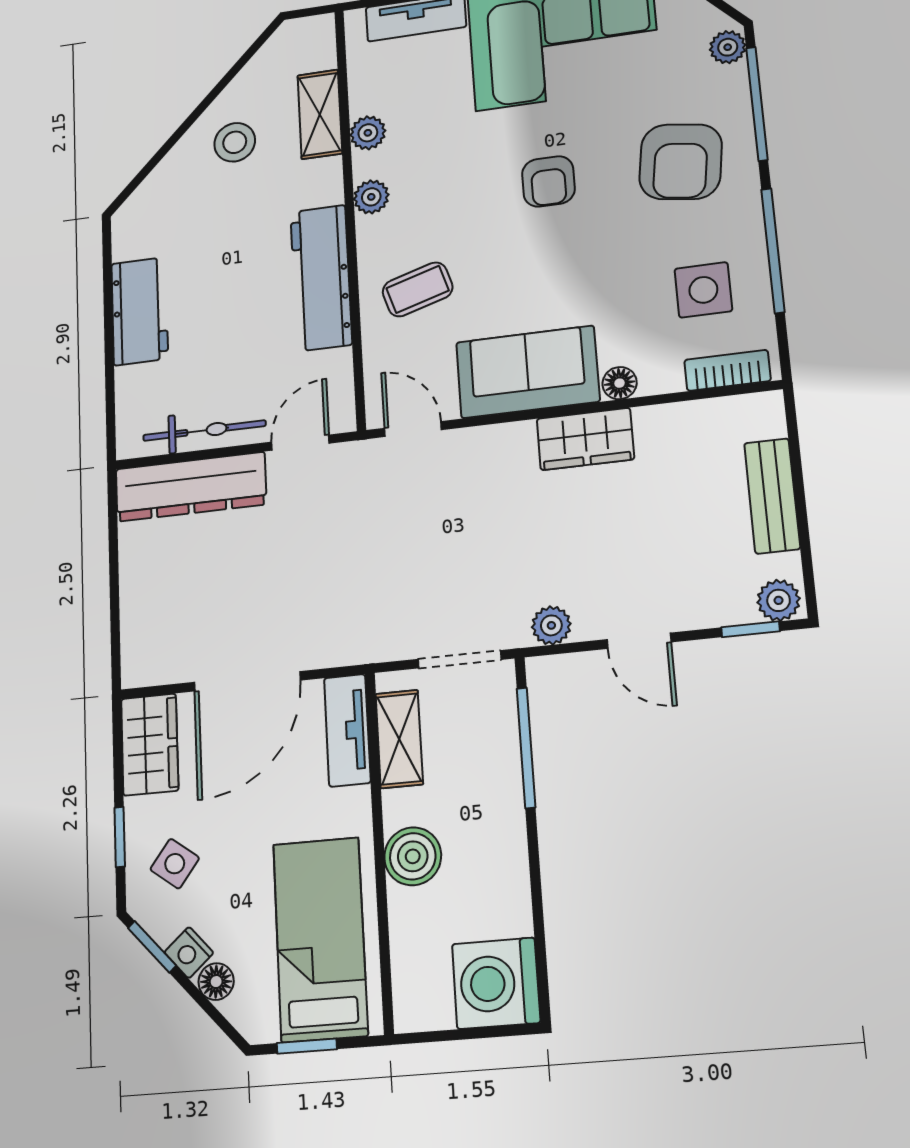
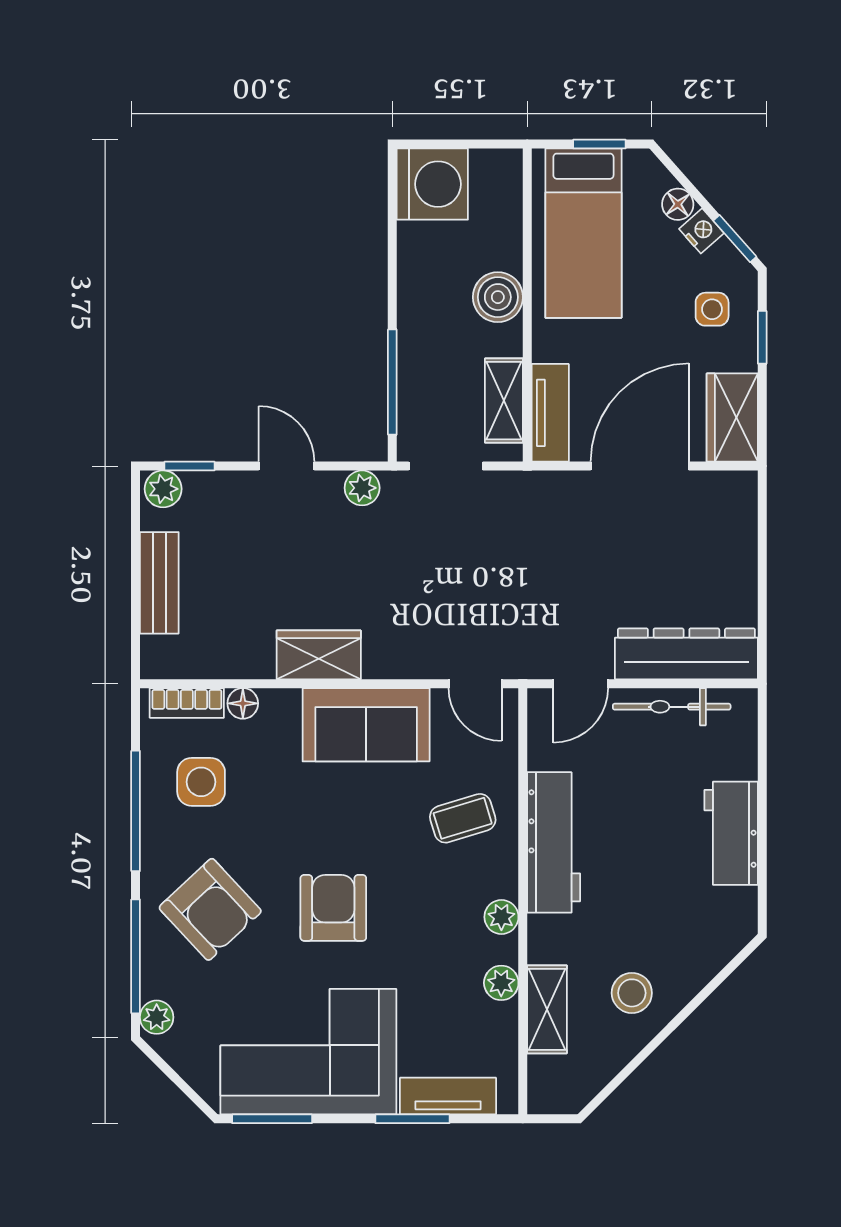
armchair: (681, 162) -> (210, 909), turned 129
armchair: (548, 181) -> (333, 908), width x1.38, depth x1.38
floor lamp: (620, 383) -> (243, 703), moved
side table: (175, 864) -> (712, 309), turned -37

